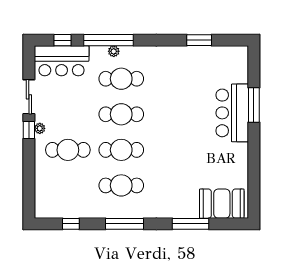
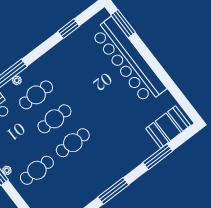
window: (254, 105) -> (123, 24), moved
bar counter: (232, 113) -> (128, 61), width x1.86
cafe table: (121, 185) -> (91, 167), removed

